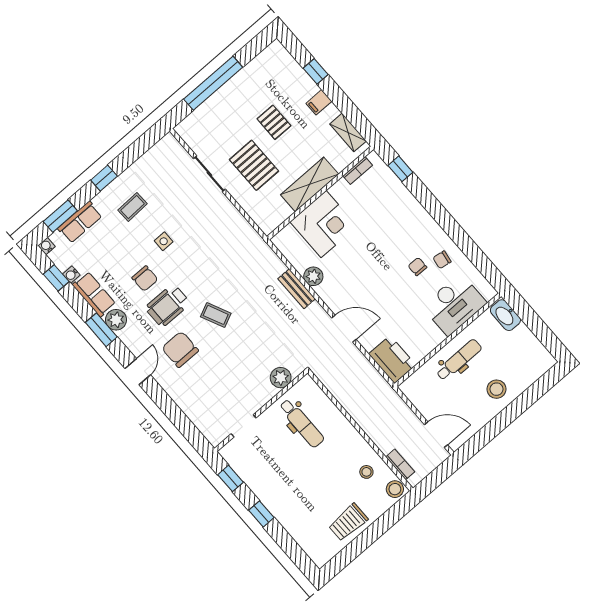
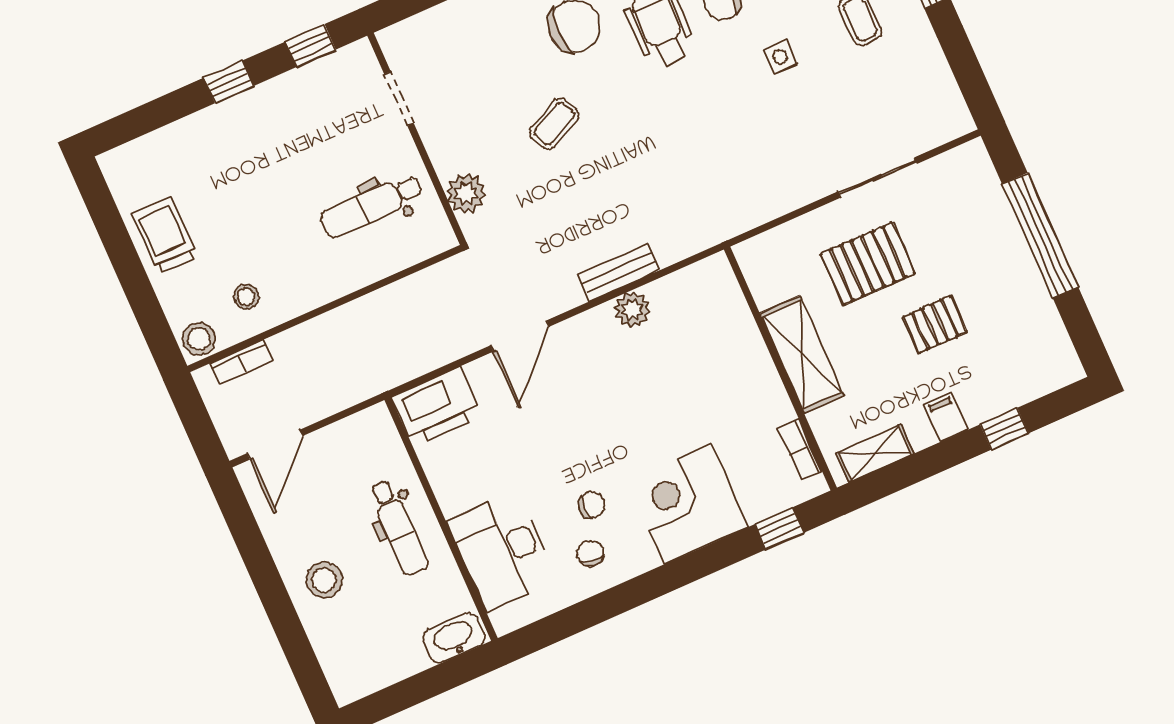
corner desk: (324, 224) -> (688, 504), moved, turned 90
coffee table: (216, 315) -> (554, 124), moved

